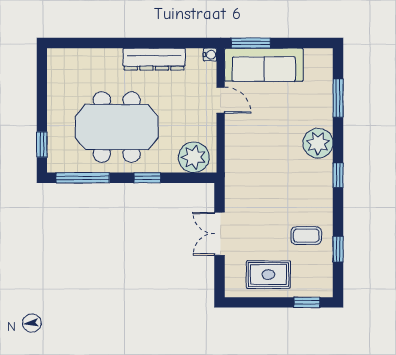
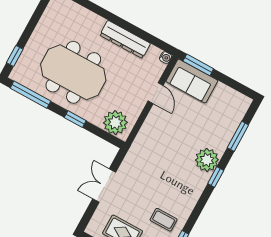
sofa: (264, 65) -> (192, 81), width x0.73
window: (338, 175) -> (216, 177), moved

